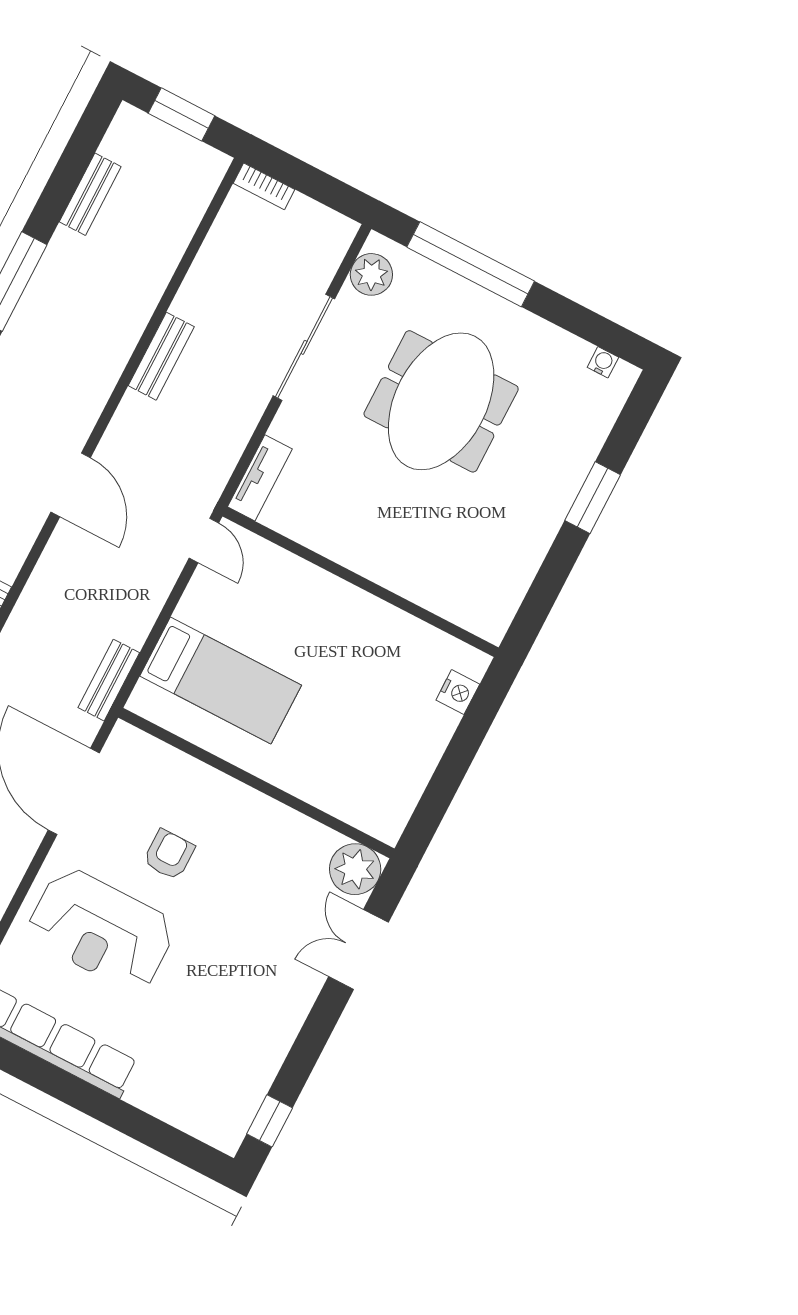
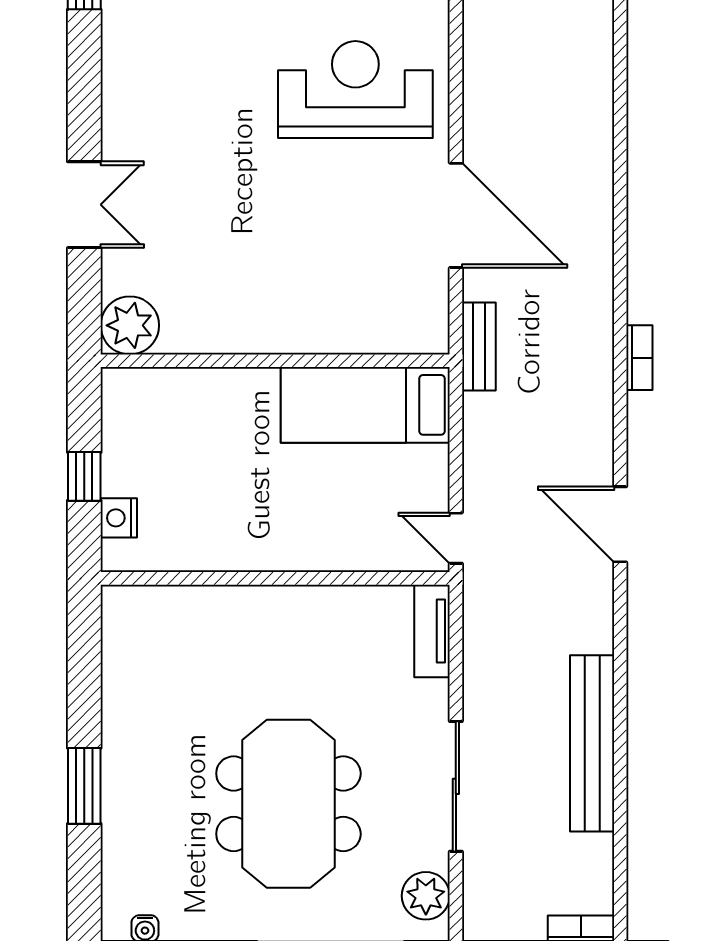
bench: (161, 356) -> (592, 743), width x1.86, depth x1.21
window: (468, 738) -> (84, 476), added
wall: (256, 783) -> (275, 361), moved
armchair: (169, 855) -> (326, 201), removed
plant: (355, 869) -> (130, 325), moved

